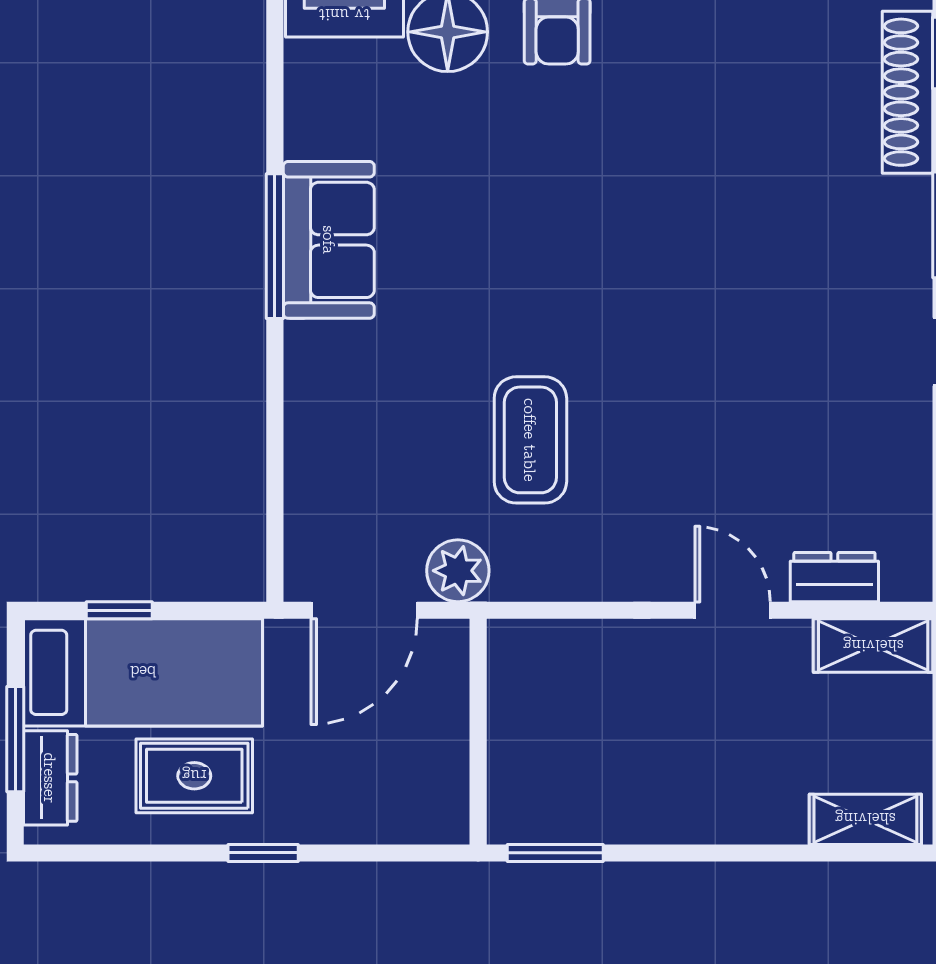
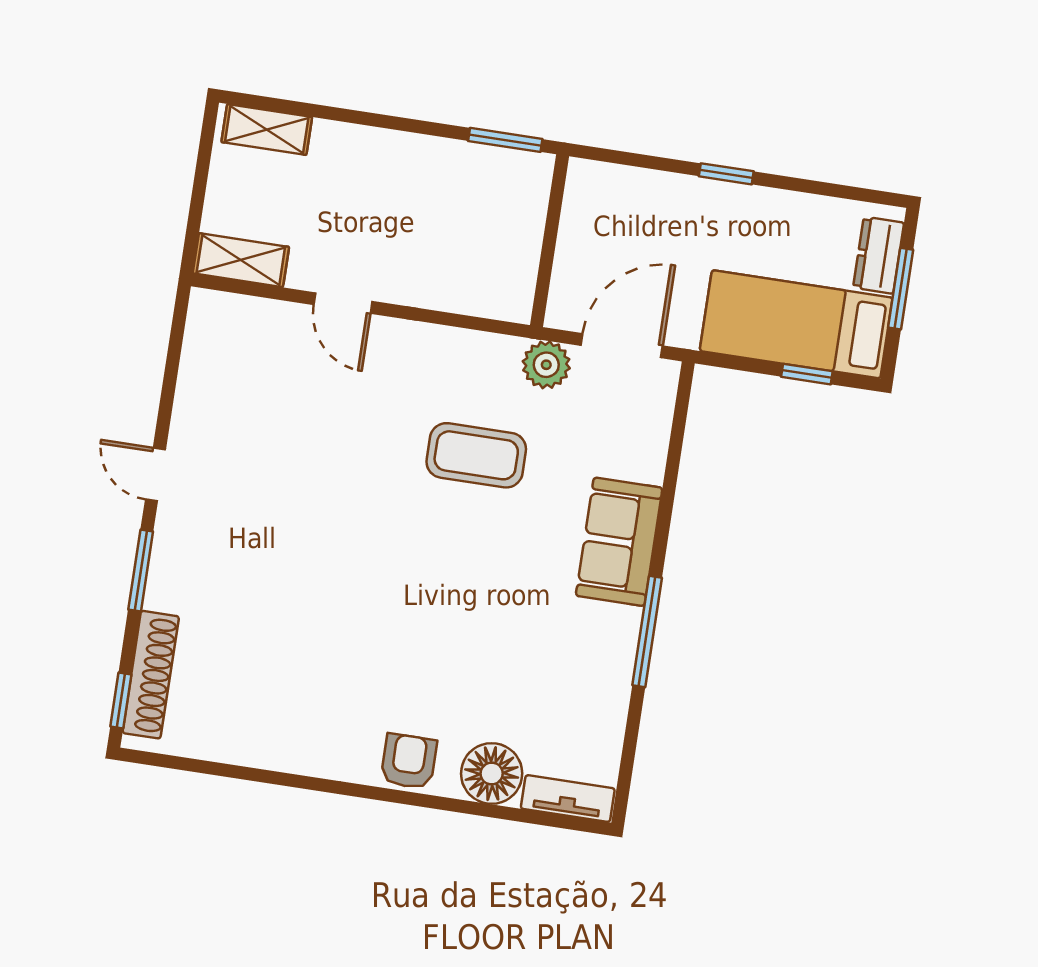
sofa: (329, 240) -> (619, 542), moved
coffee table: (530, 440) -> (476, 455), turned 90
dresser: (834, 577) -> (262, 316), removed
rug: (194, 776) -> (769, 240), removed

